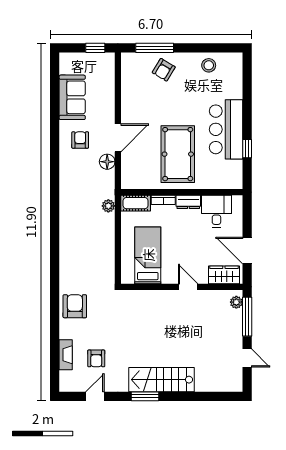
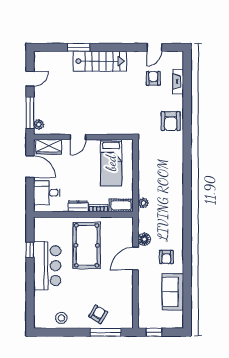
desk: (216, 211) -> (47, 193), moved, turned 90
door: (188, 287) -> (78, 137), hinge flipped
door: (247, 358) -> (30, 79), swing flipped
window: (145, 396) -> (79, 47), moved

